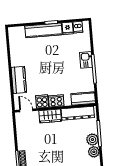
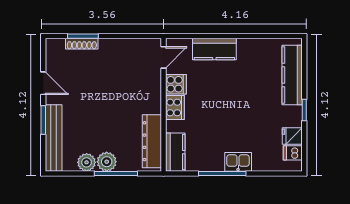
kitchen counter: (44, 30) -> (292, 75), moved
wardrobe: (50, 116) -> (151, 95), removed

